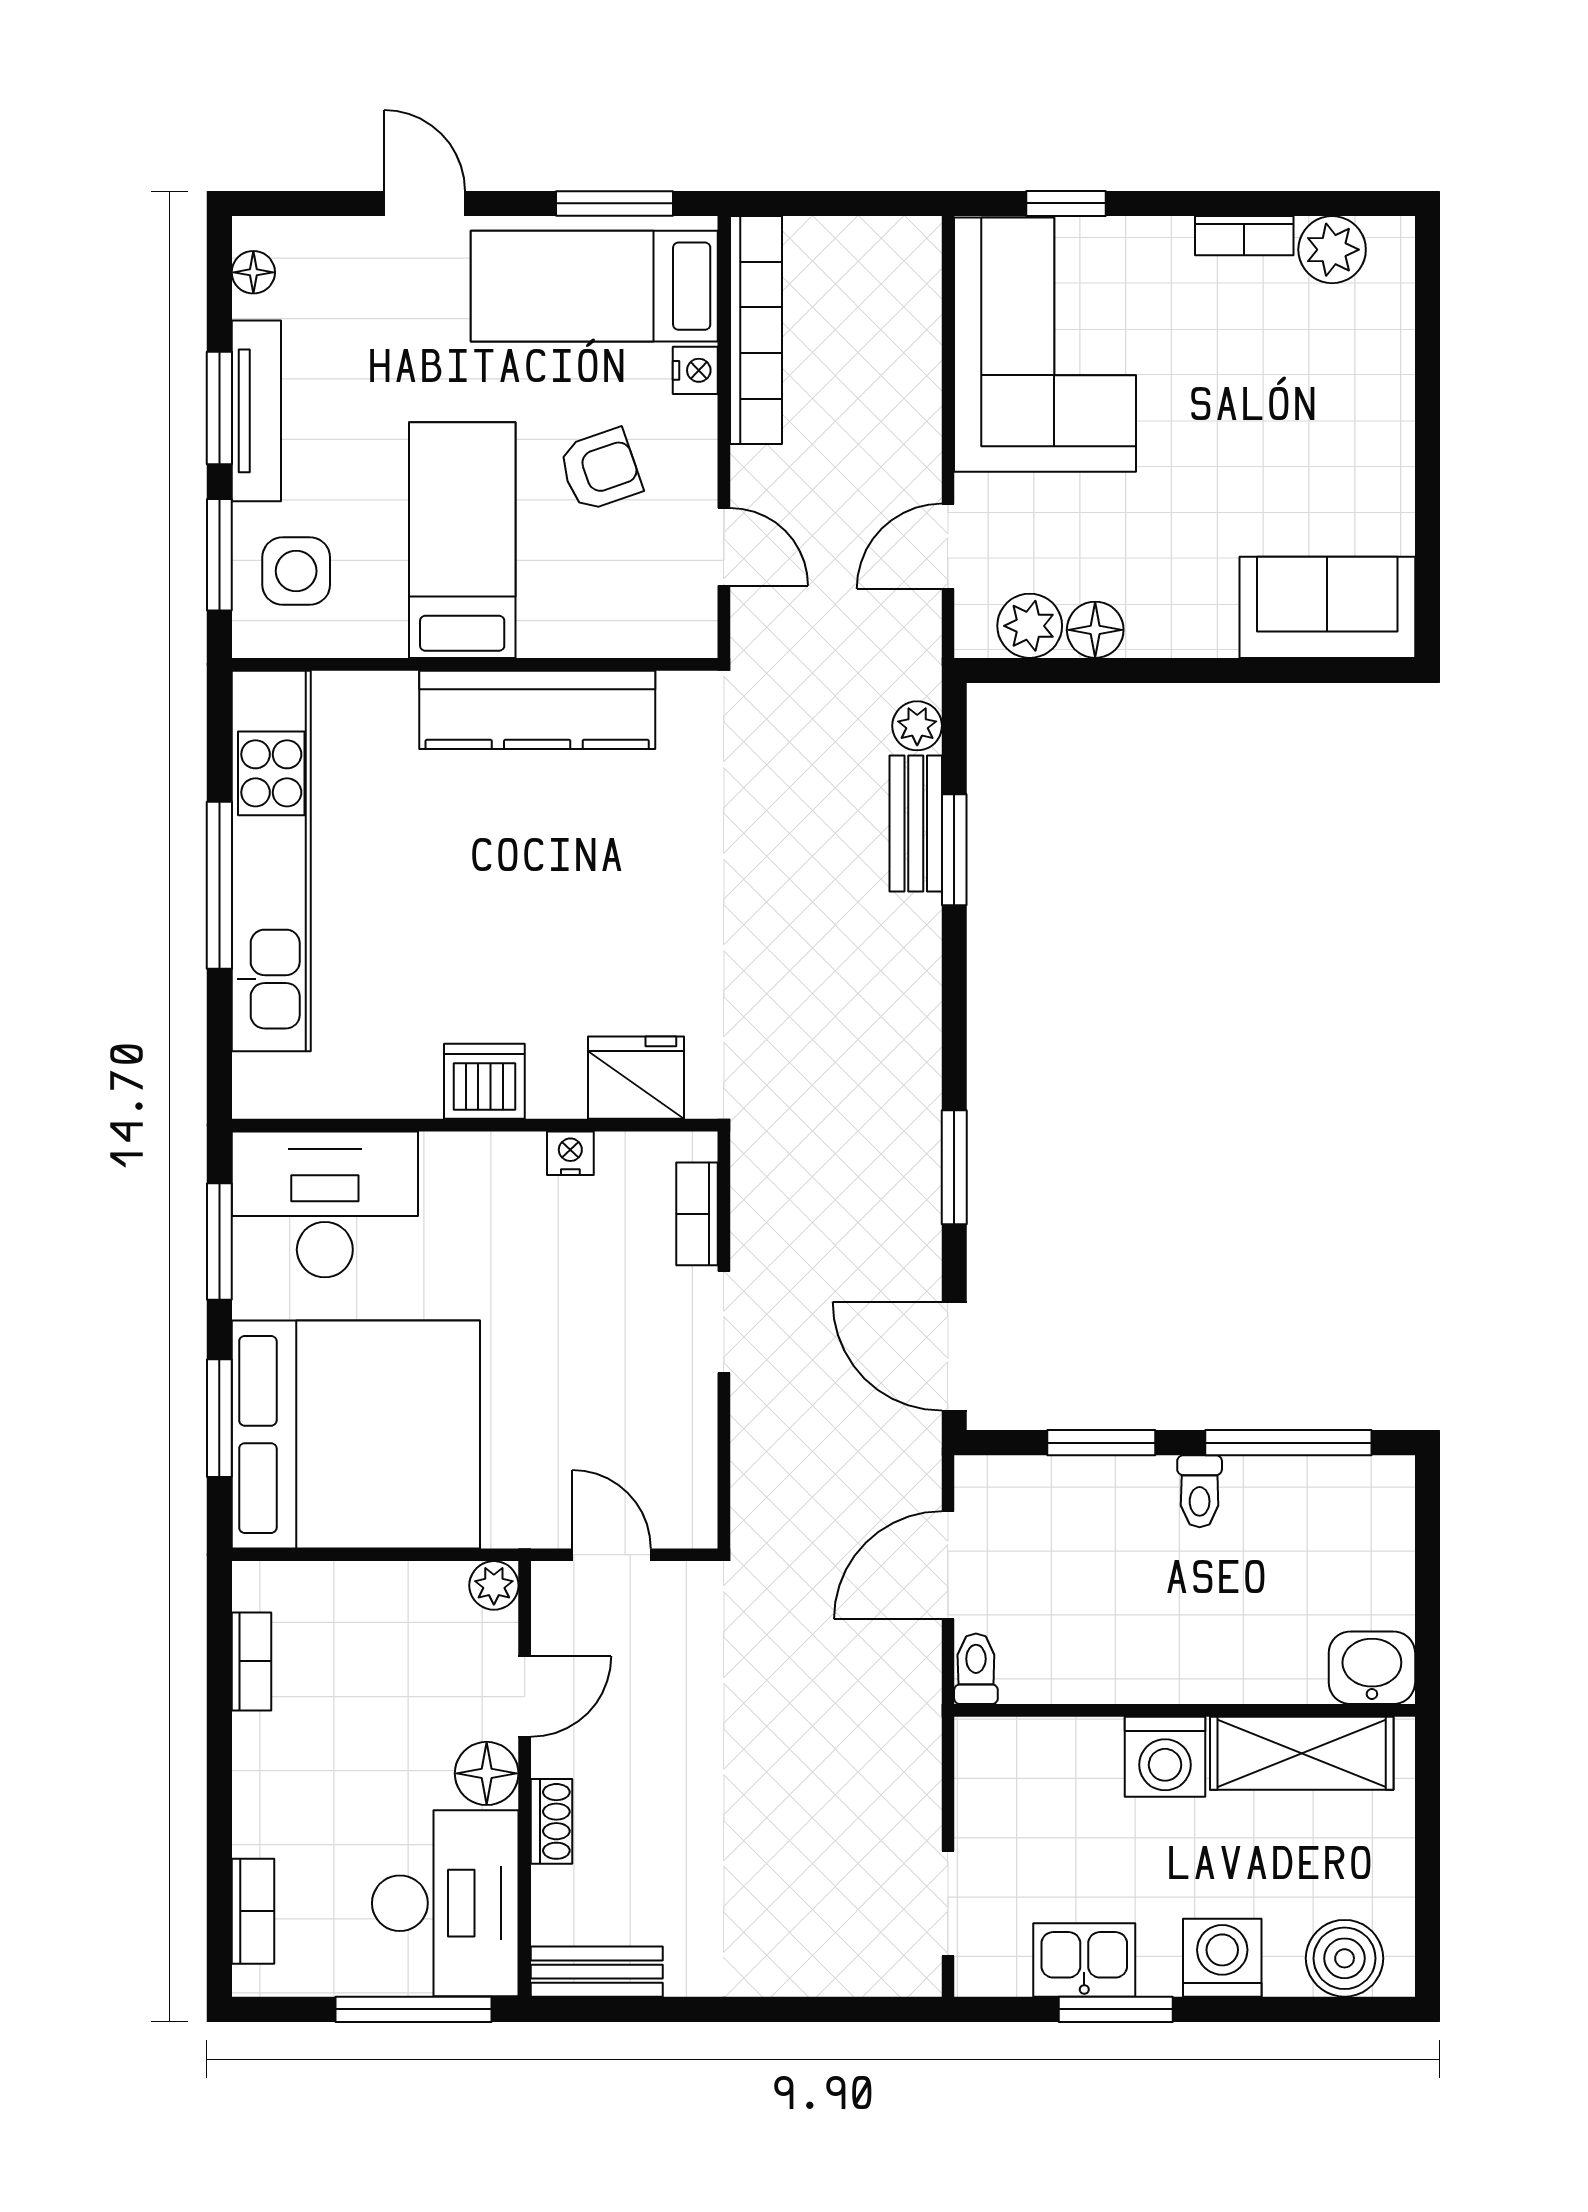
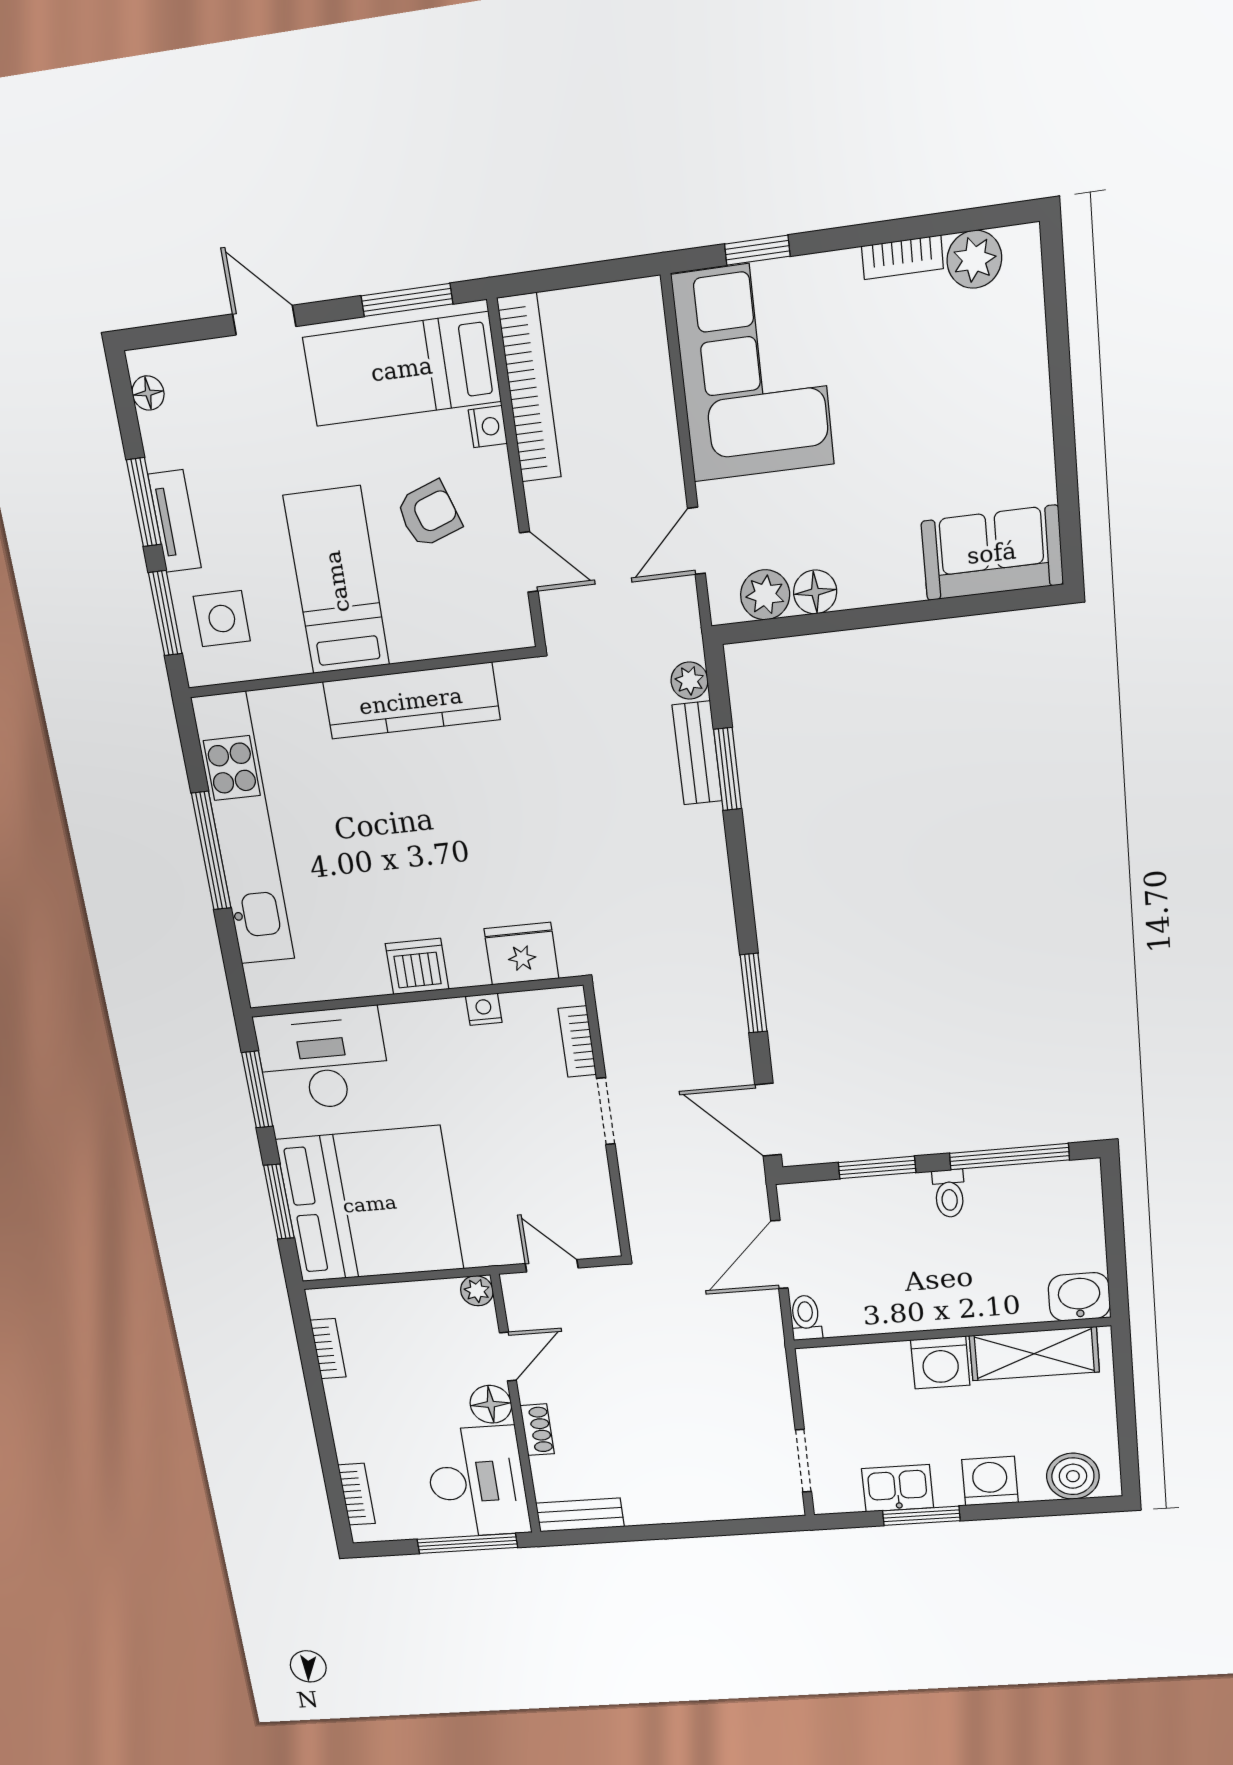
tv unit: (256, 411) -> (175, 521), width x0.71

